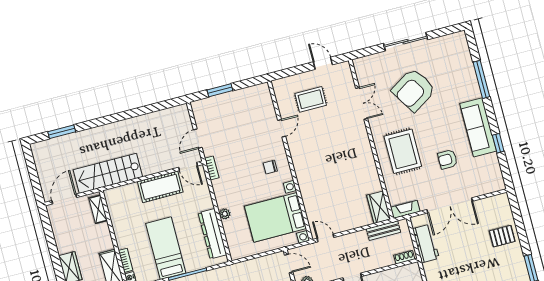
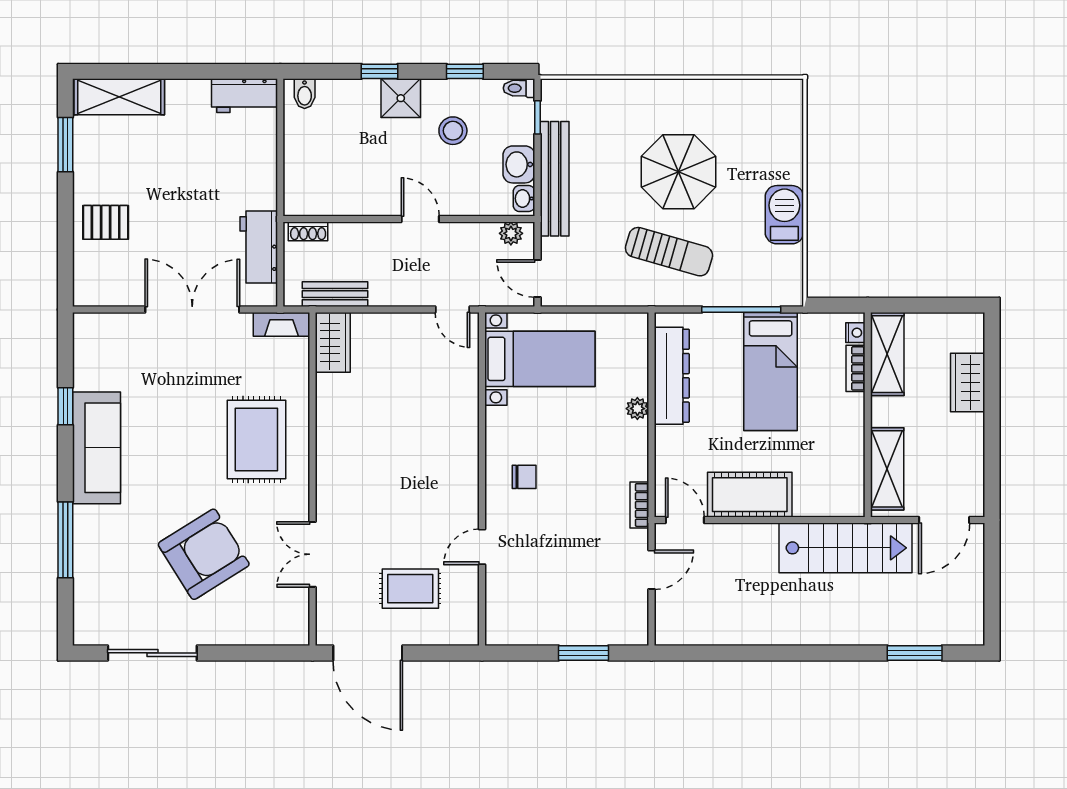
sliding door: (406, 42) -> (152, 653), moved
door: (323, 63) -> (368, 653), width x1.87
armchair: (448, 159) -> (173, 401), removed
shelving: (98, 209) -> (887, 469), width x1.50, depth x1.33
bed with nightstands: (275, 217) -> (540, 359), width x0.73

